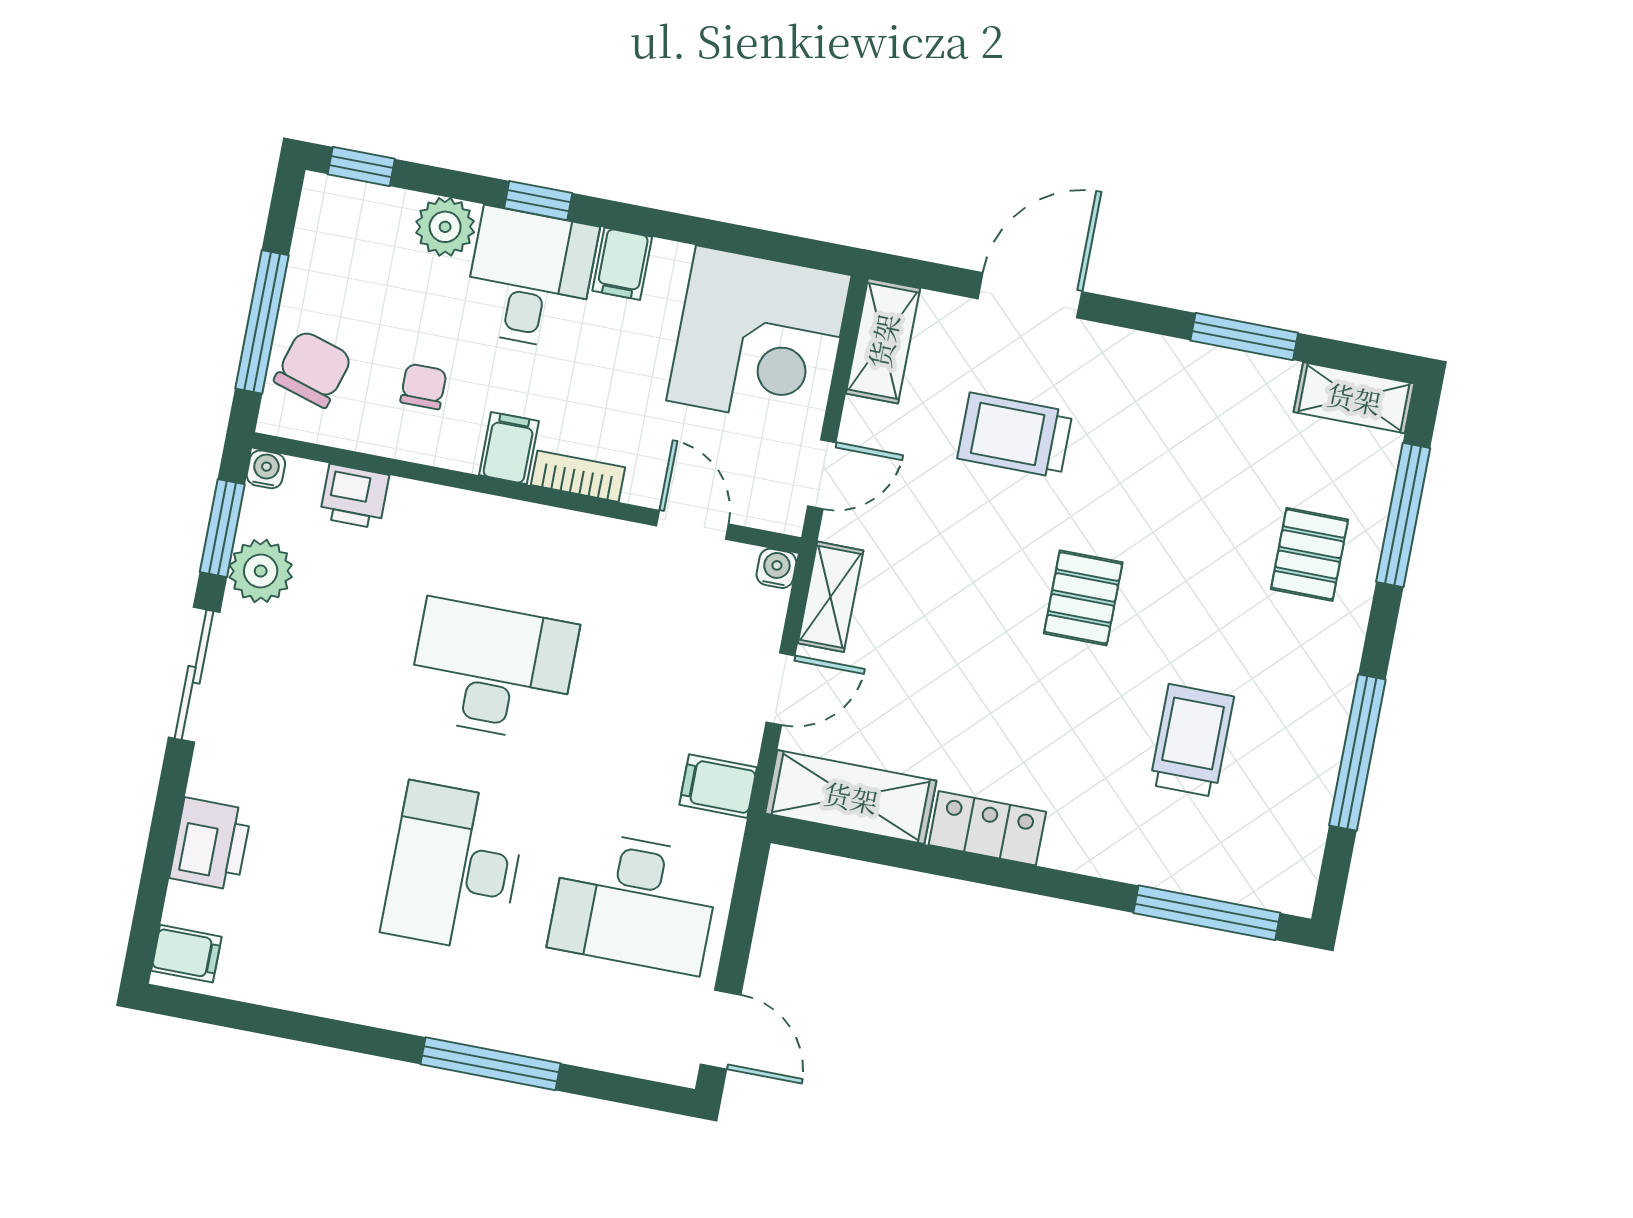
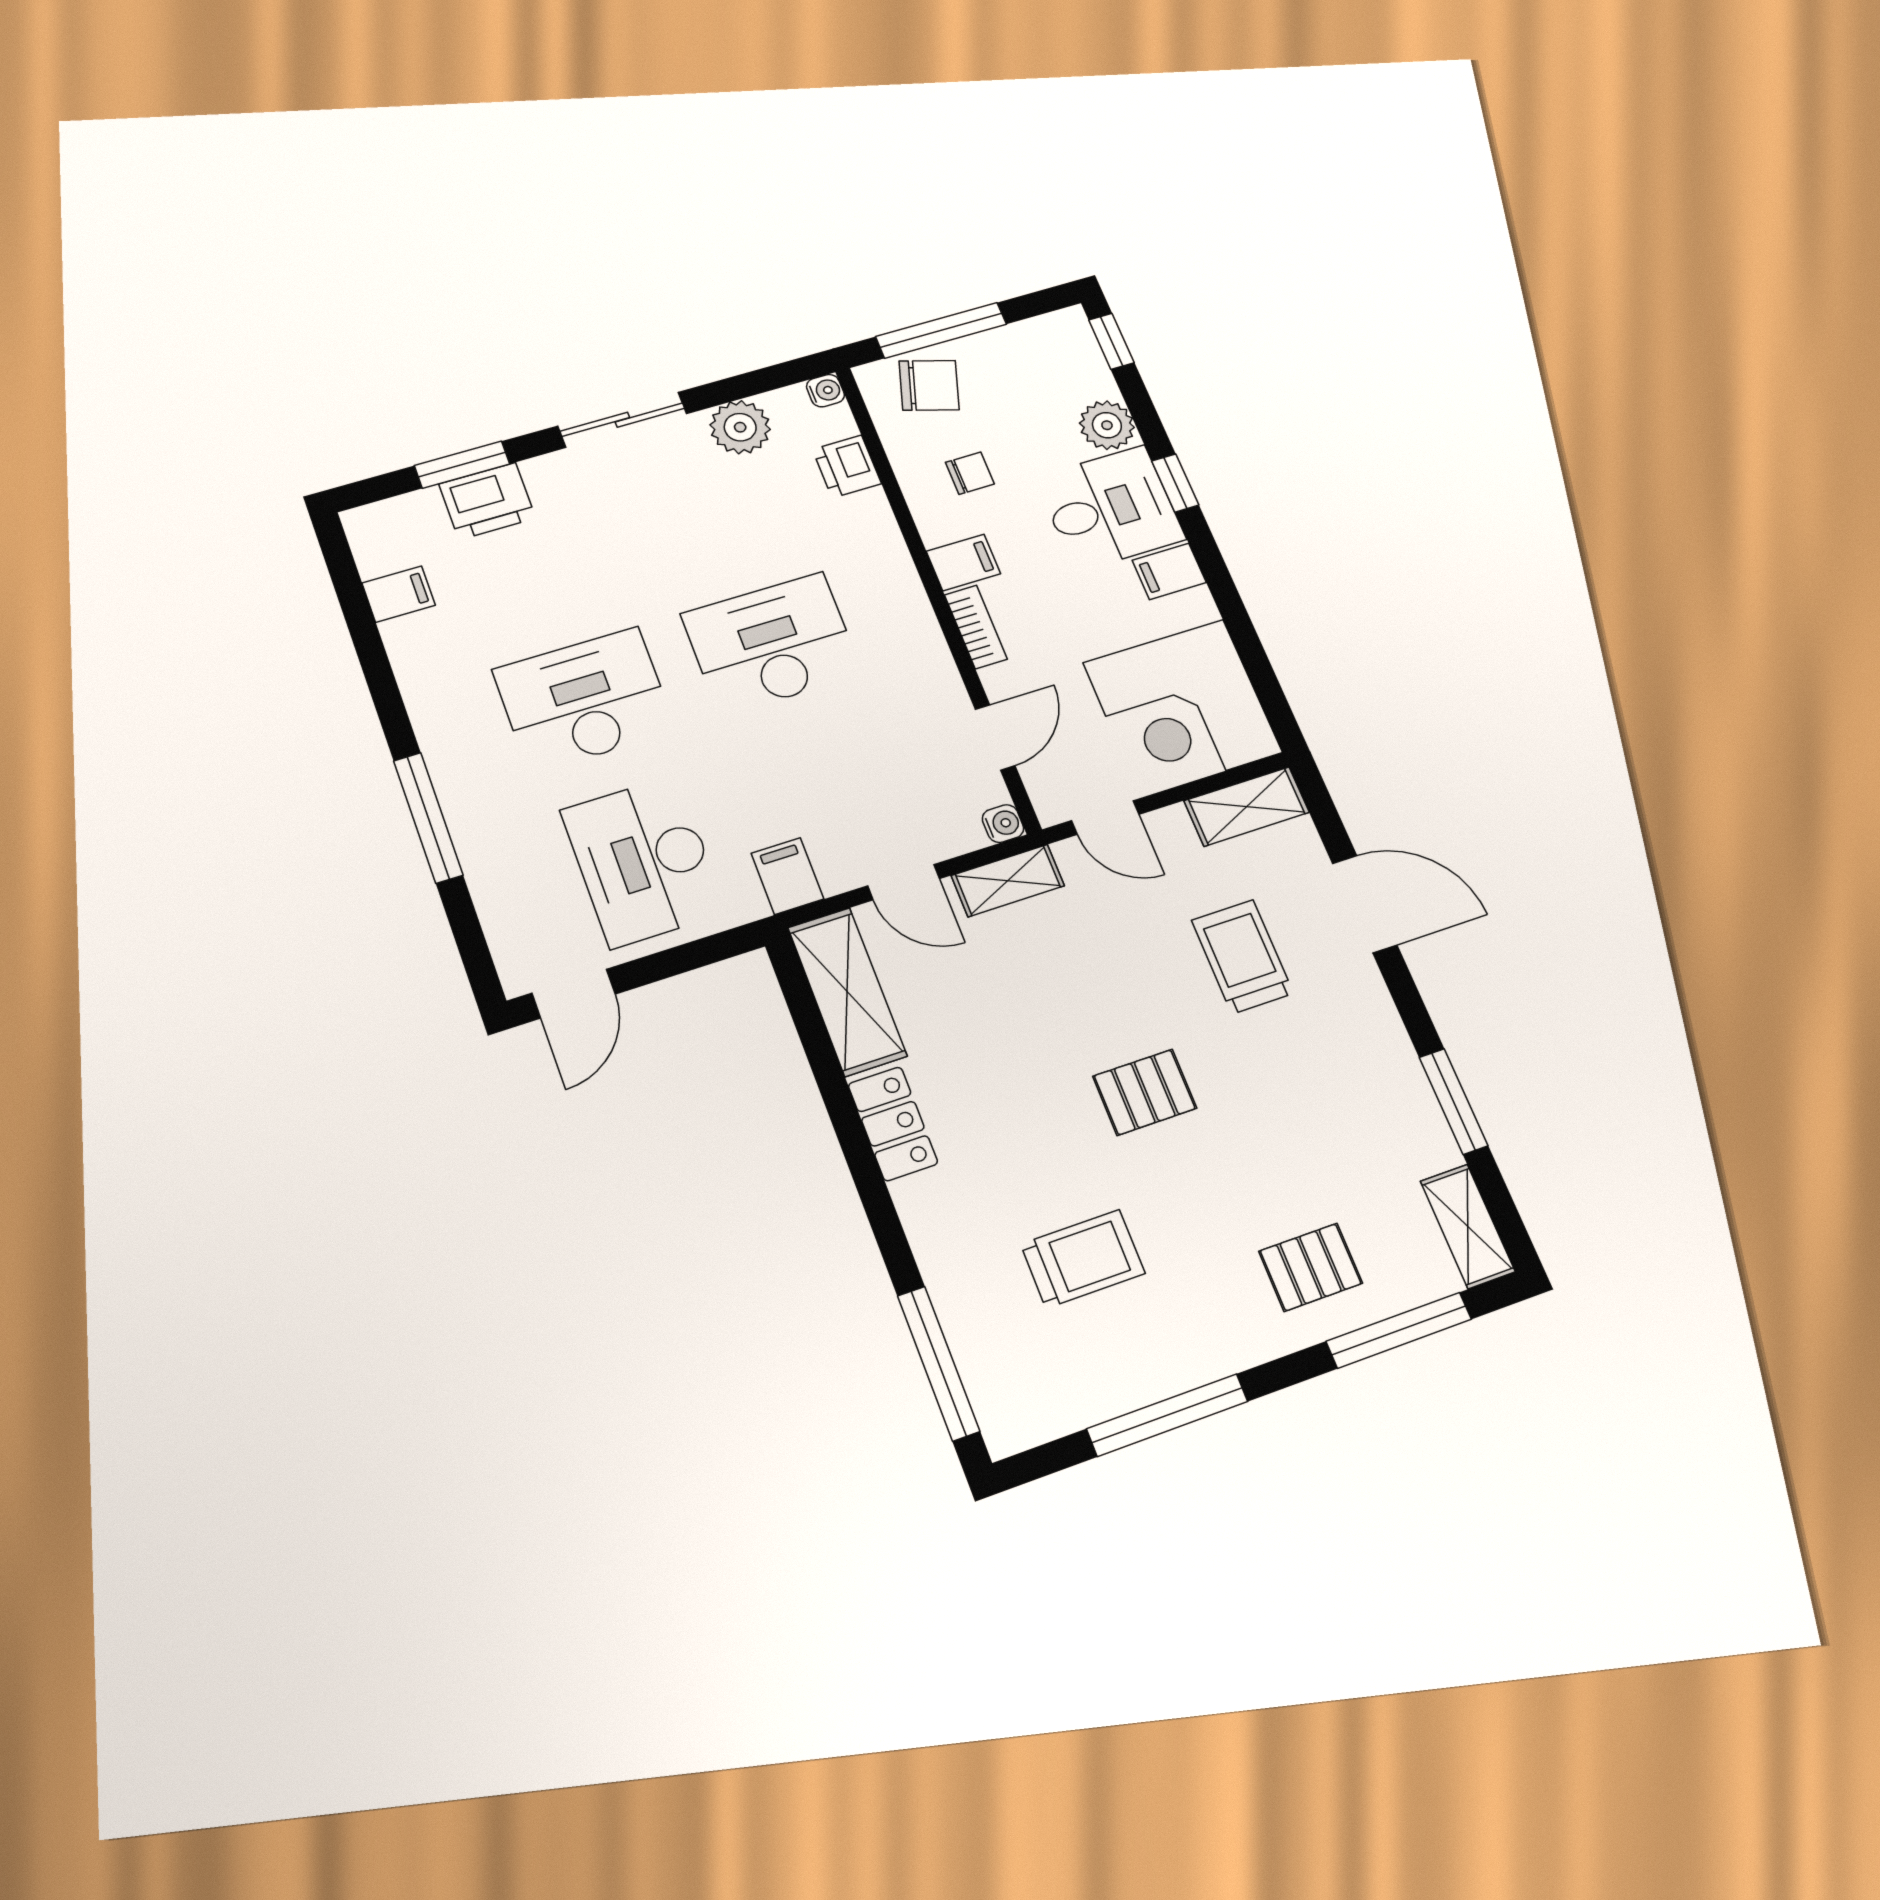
window: (222, 528) -> (462, 465), moved
desk: (492, 670) -> (772, 644), turned -90
filing cabinet: (186, 954) -> (399, 594), moved, turned -90

